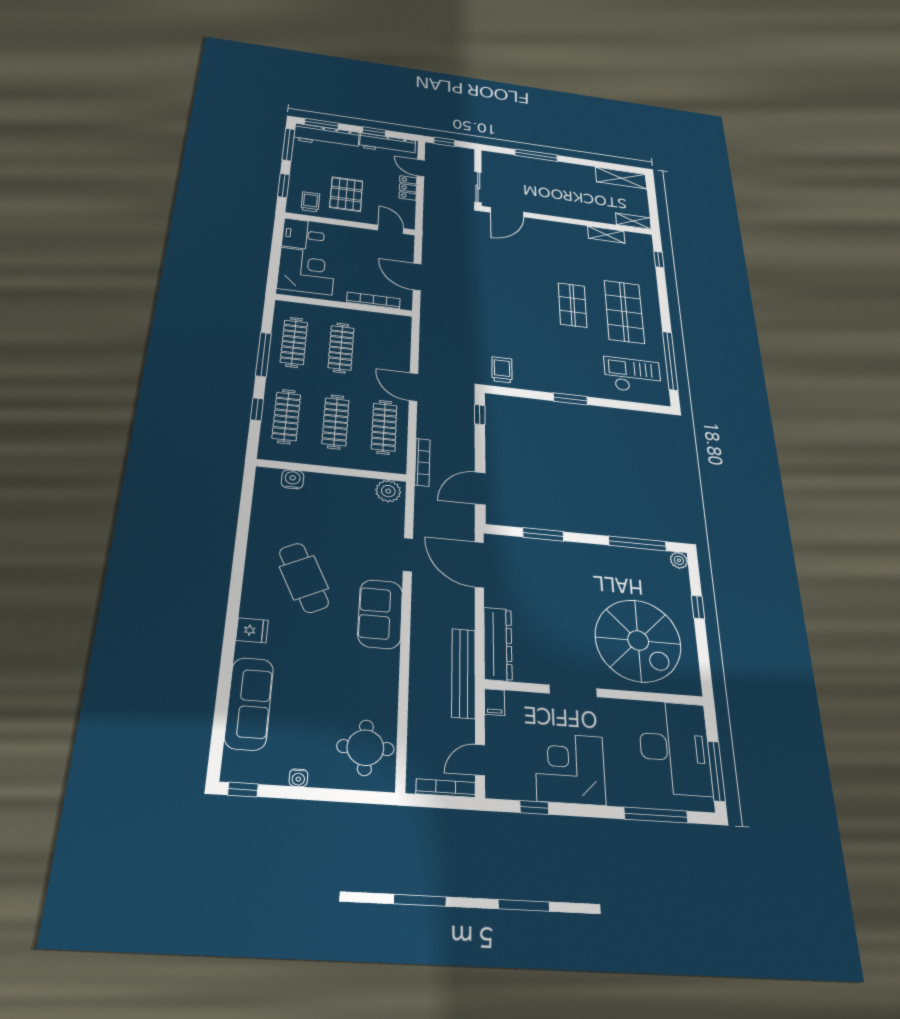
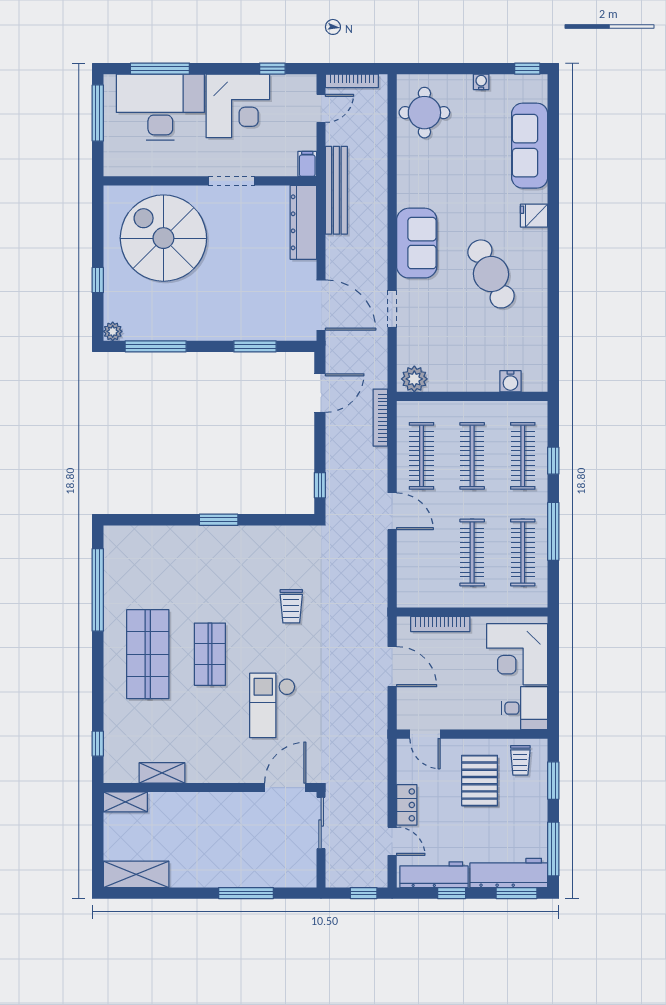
trolley: (502, 370) -> (291, 606), moved
checkout: (633, 375) -> (272, 705), moved, turned 90
desk: (675, 748) -> (160, 107), moved, turned 90

